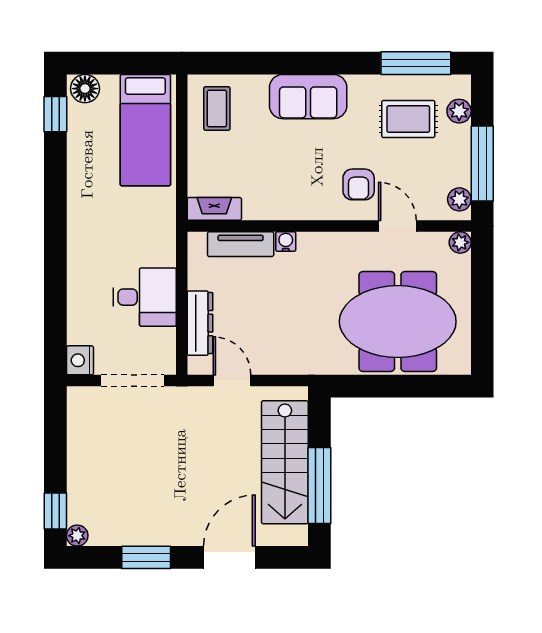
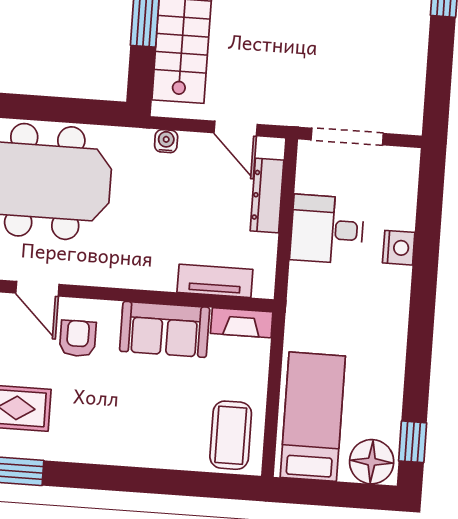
floor lamp: (85, 89) -> (372, 462), width x1.38, depth x1.38
sofa: (308, 97) -> (165, 329), moved, turned 180
coffee table: (217, 108) -> (231, 435), width x1.36, depth x1.30
water cooler: (286, 242) -> (166, 141), moved, turned 180
nightstand: (80, 360) -> (399, 248), moved

